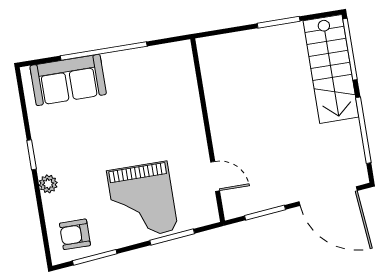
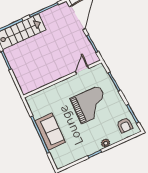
sofa: (68, 80) -> (50, 132), moved
grand piano: (142, 201) -> (90, 105), moved

